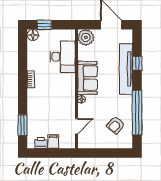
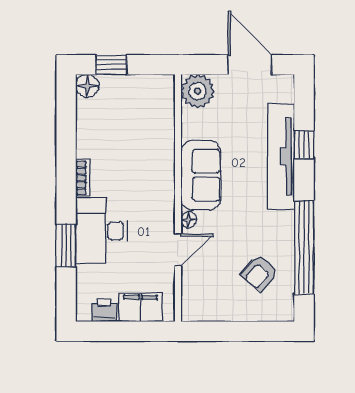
desk: (63, 57) -> (102, 231), moved, turned 180
window: (23, 125) -> (66, 246), moved
door: (76, 126) -> (178, 250), moved
filing cabinet: (53, 141) -> (140, 307), width x2.00

